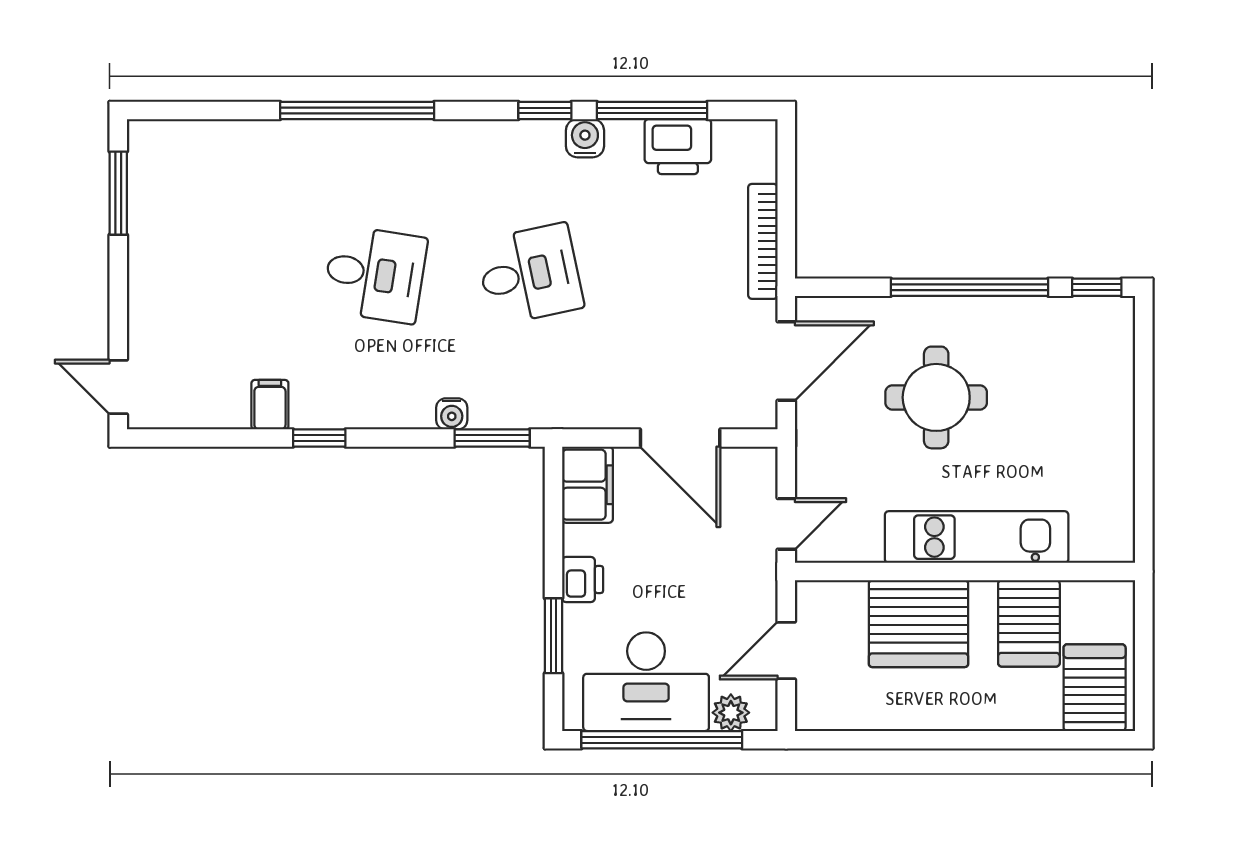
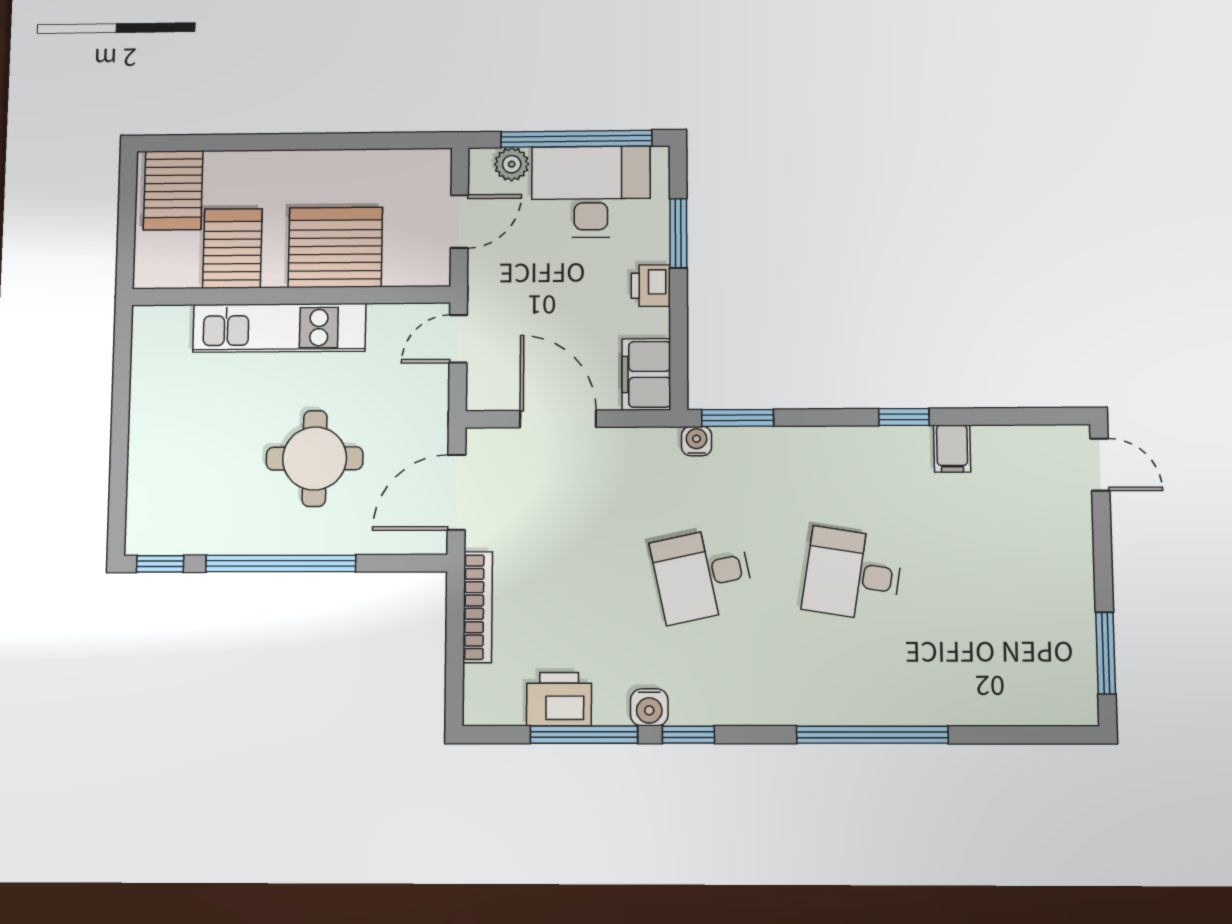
water cooler: (452, 414) -> (697, 441), moved

